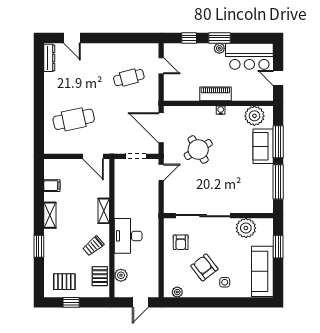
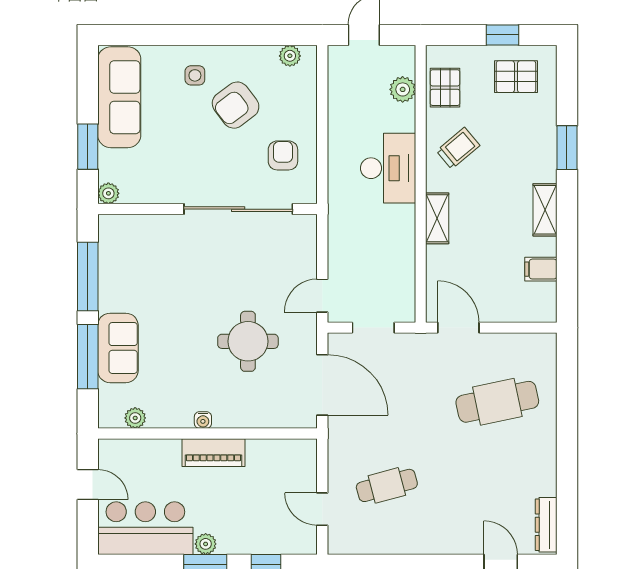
plant: (254, 116) -> (135, 418), width x0.53, depth x0.53
round table: (198, 150) -> (248, 341), turned 31
plant: (246, 228) -> (108, 193), moved, width x0.53, depth x0.53
armchair: (204, 267) -> (236, 105), turned 91

